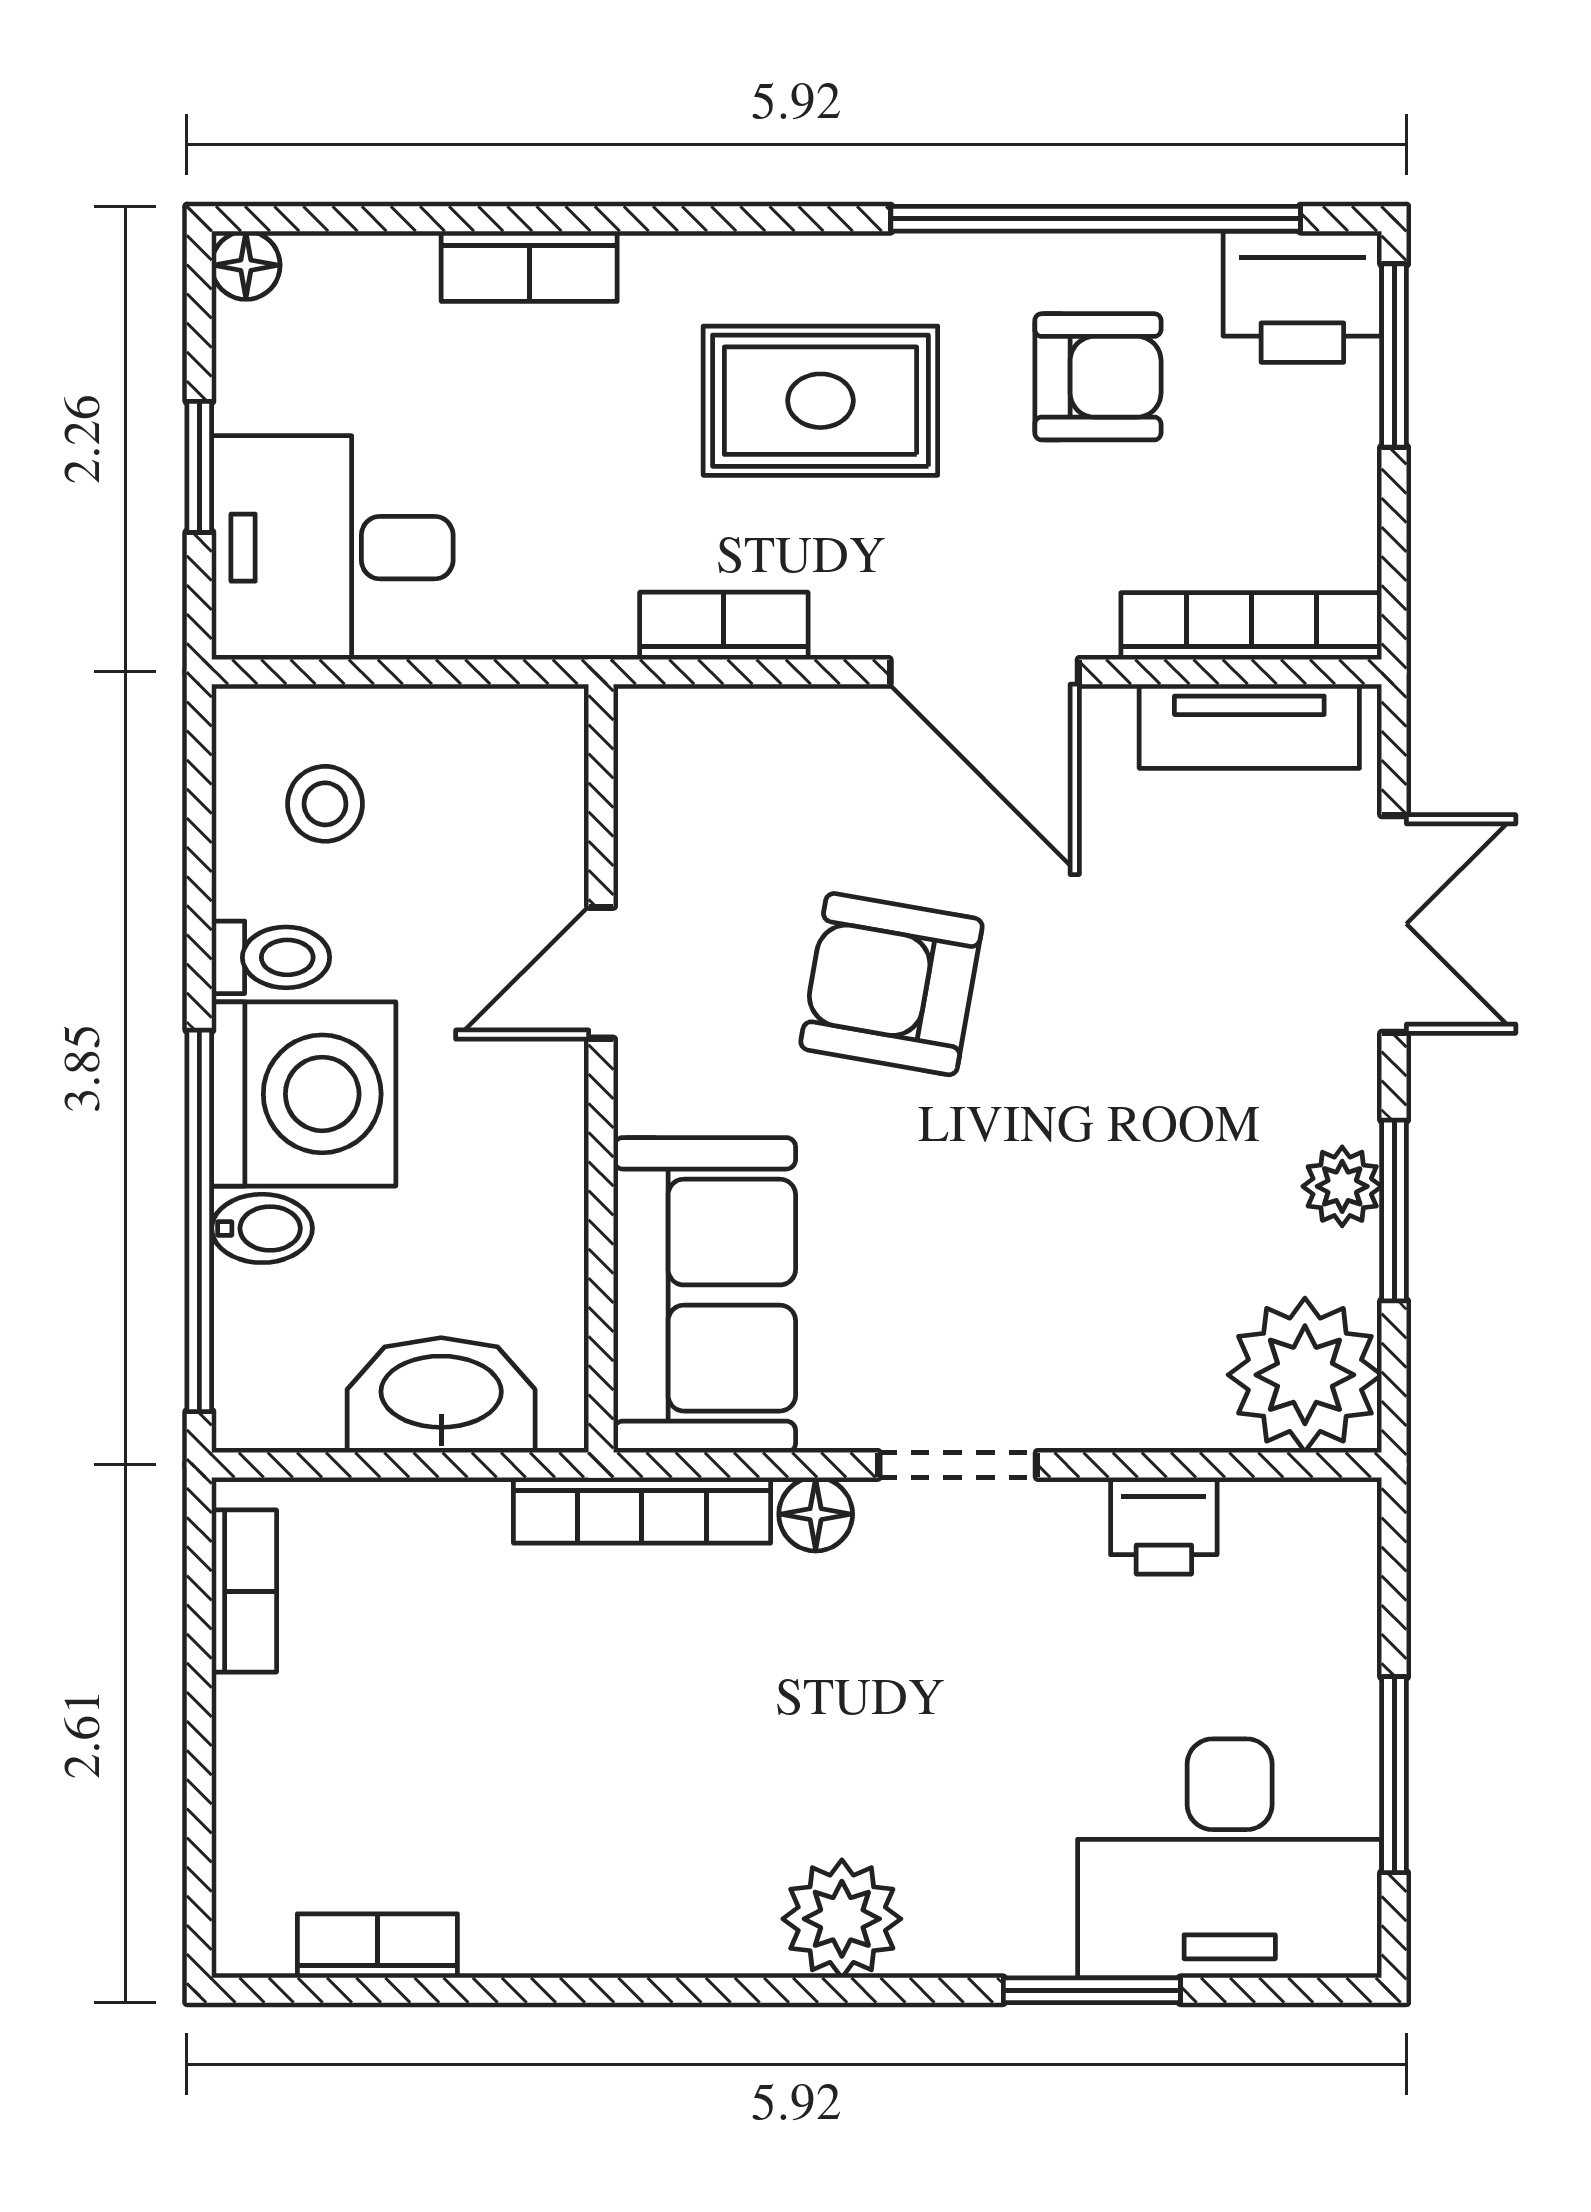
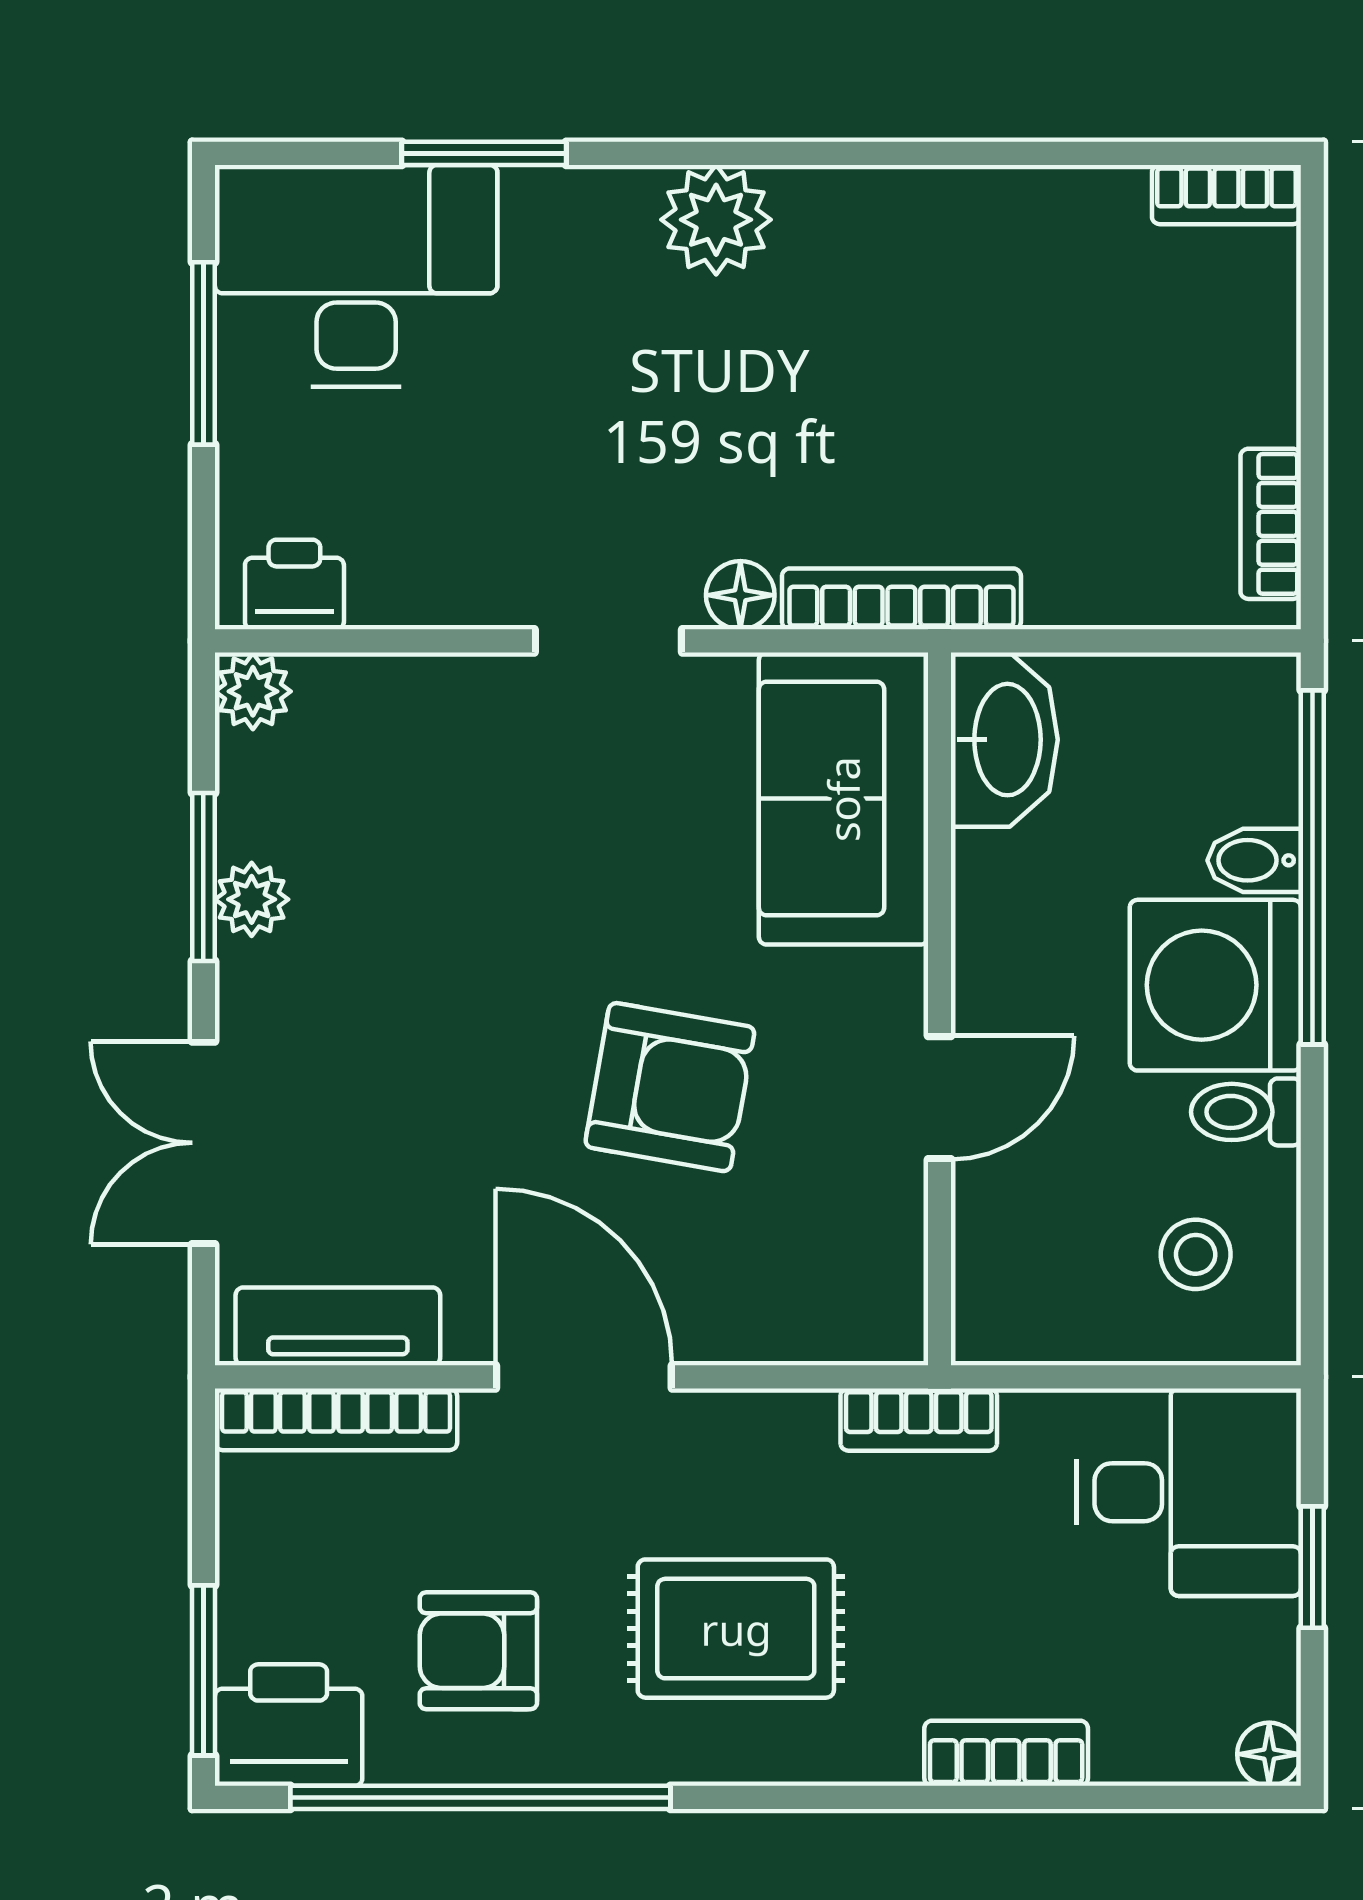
bookcase: (724, 626) -> (919, 1420), moved
plant: (1305, 1375) -> (253, 691), width x0.53, depth x0.53
washbasin: (441, 1395) -> (1004, 740), moved, turned -90
printer: (1164, 1526) -> (294, 584), moved
bookcase: (377, 1946) -> (1226, 195), moved

